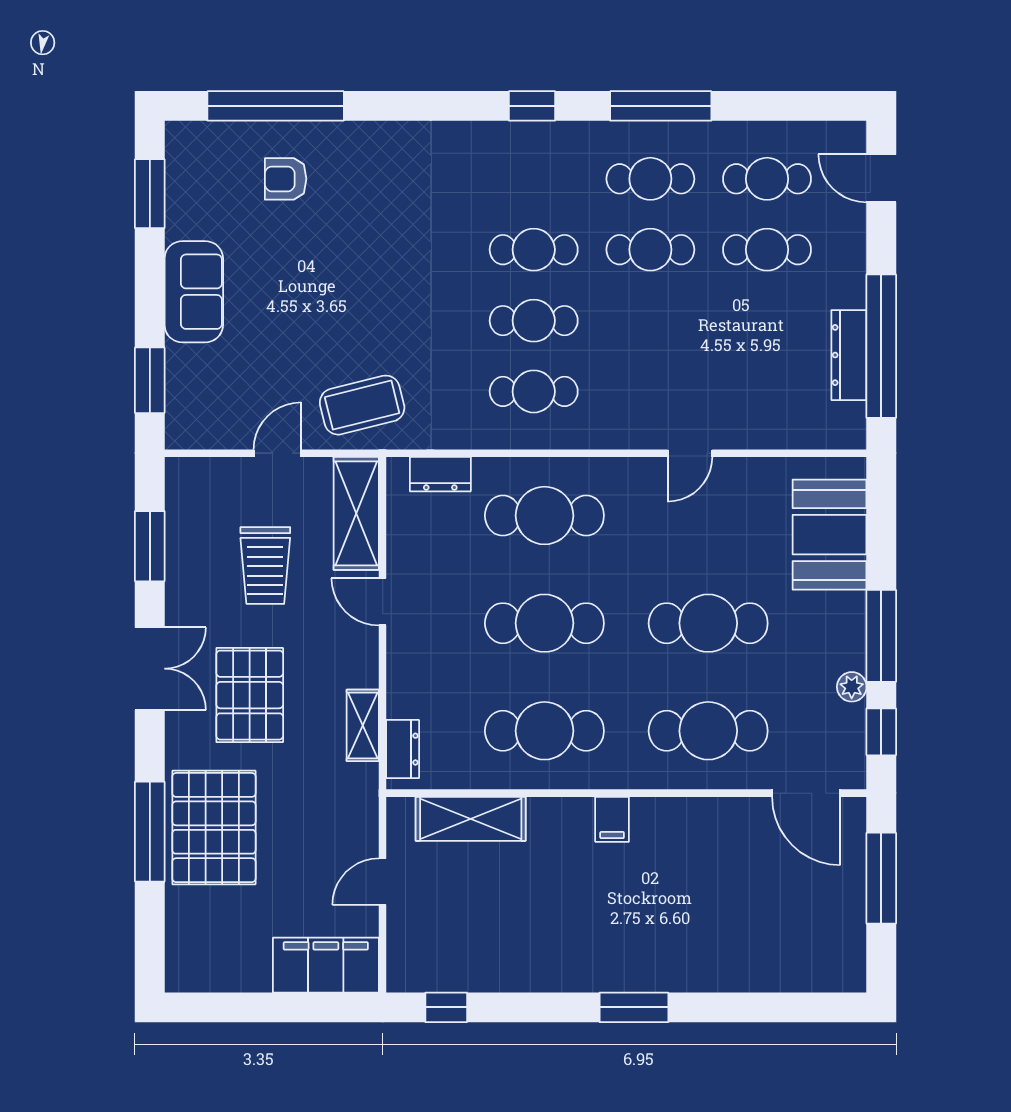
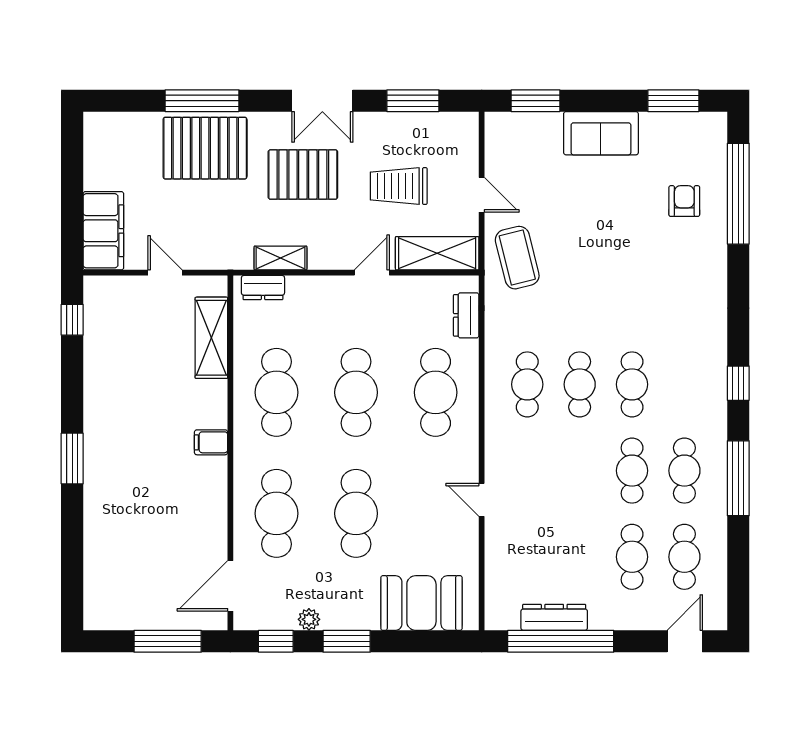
window: (881, 636) -> (347, 641), width x0.69

